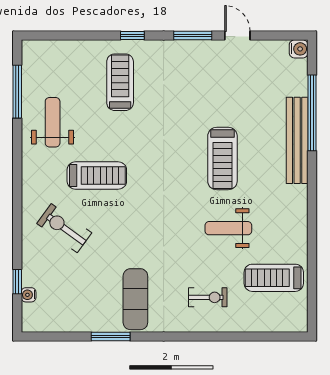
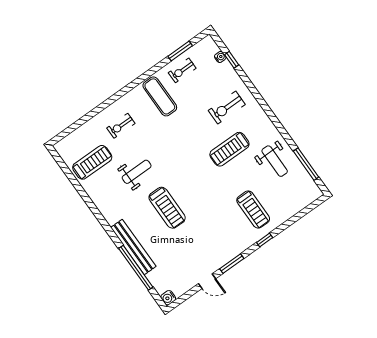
treadmill: (222, 159) -> (167, 208), turned 180
exercise bike: (64, 228) -> (227, 108), turned 144
exercise bike: (86, 311) -> (182, 70), added
window: (111, 337) -> (180, 51), moved

